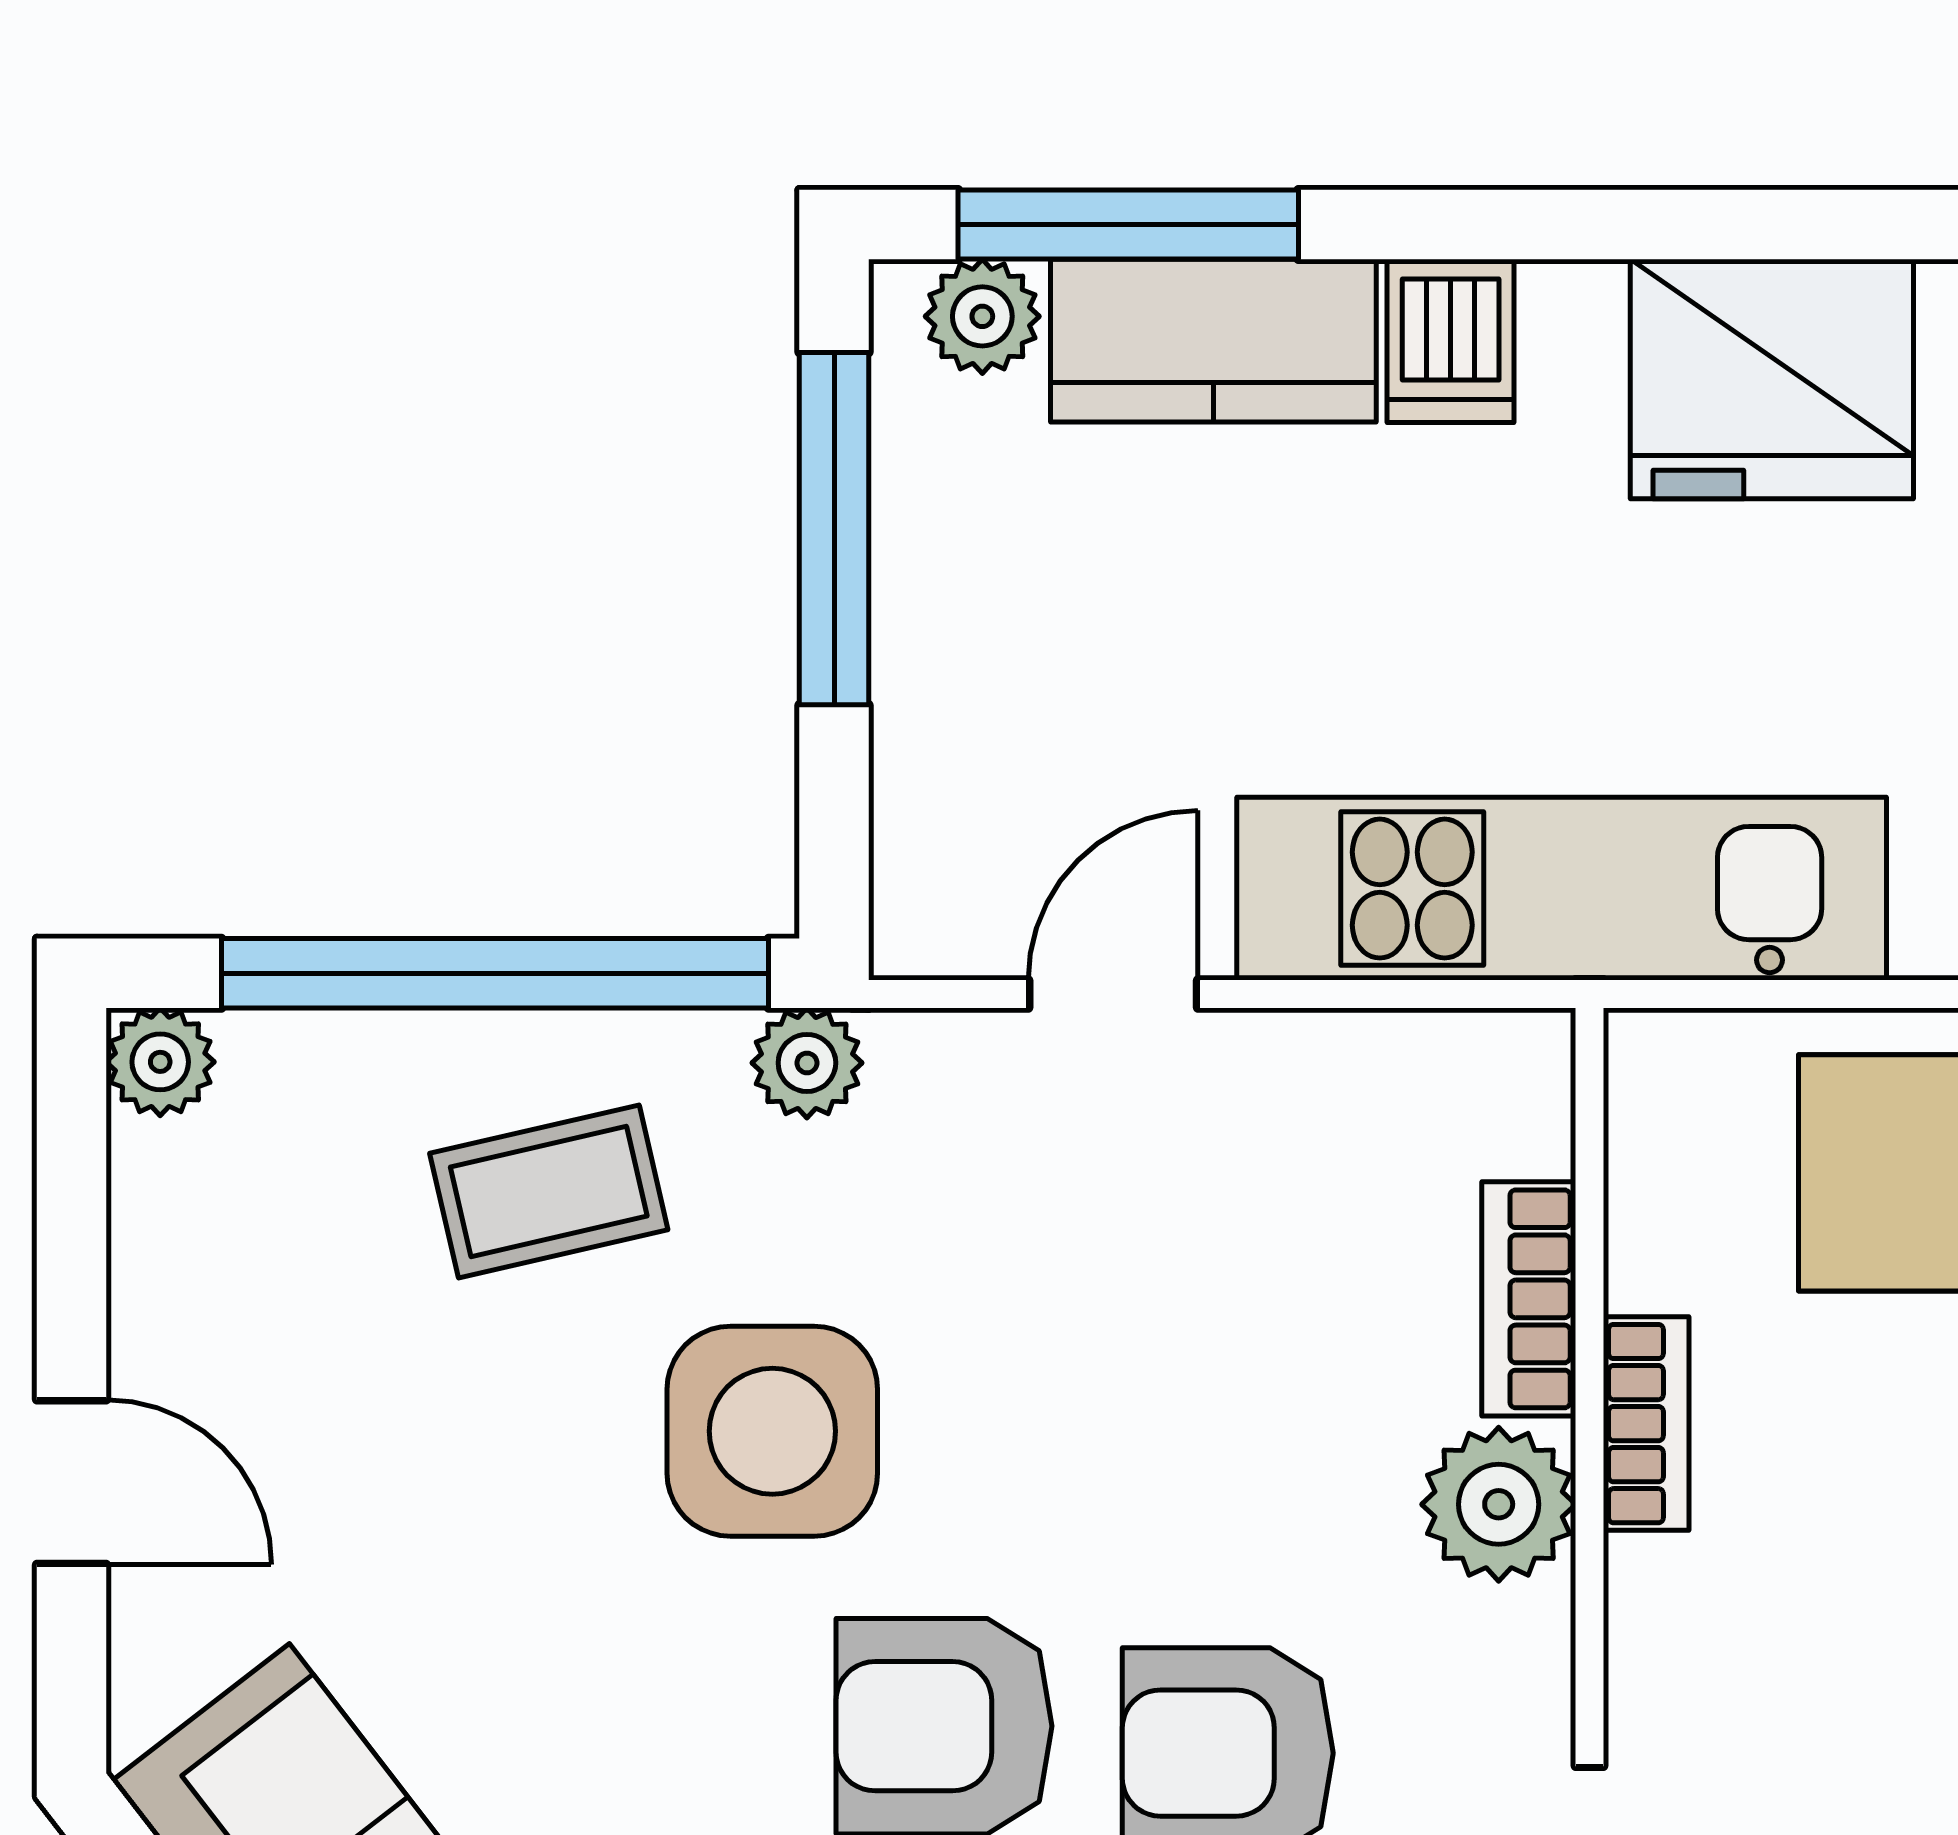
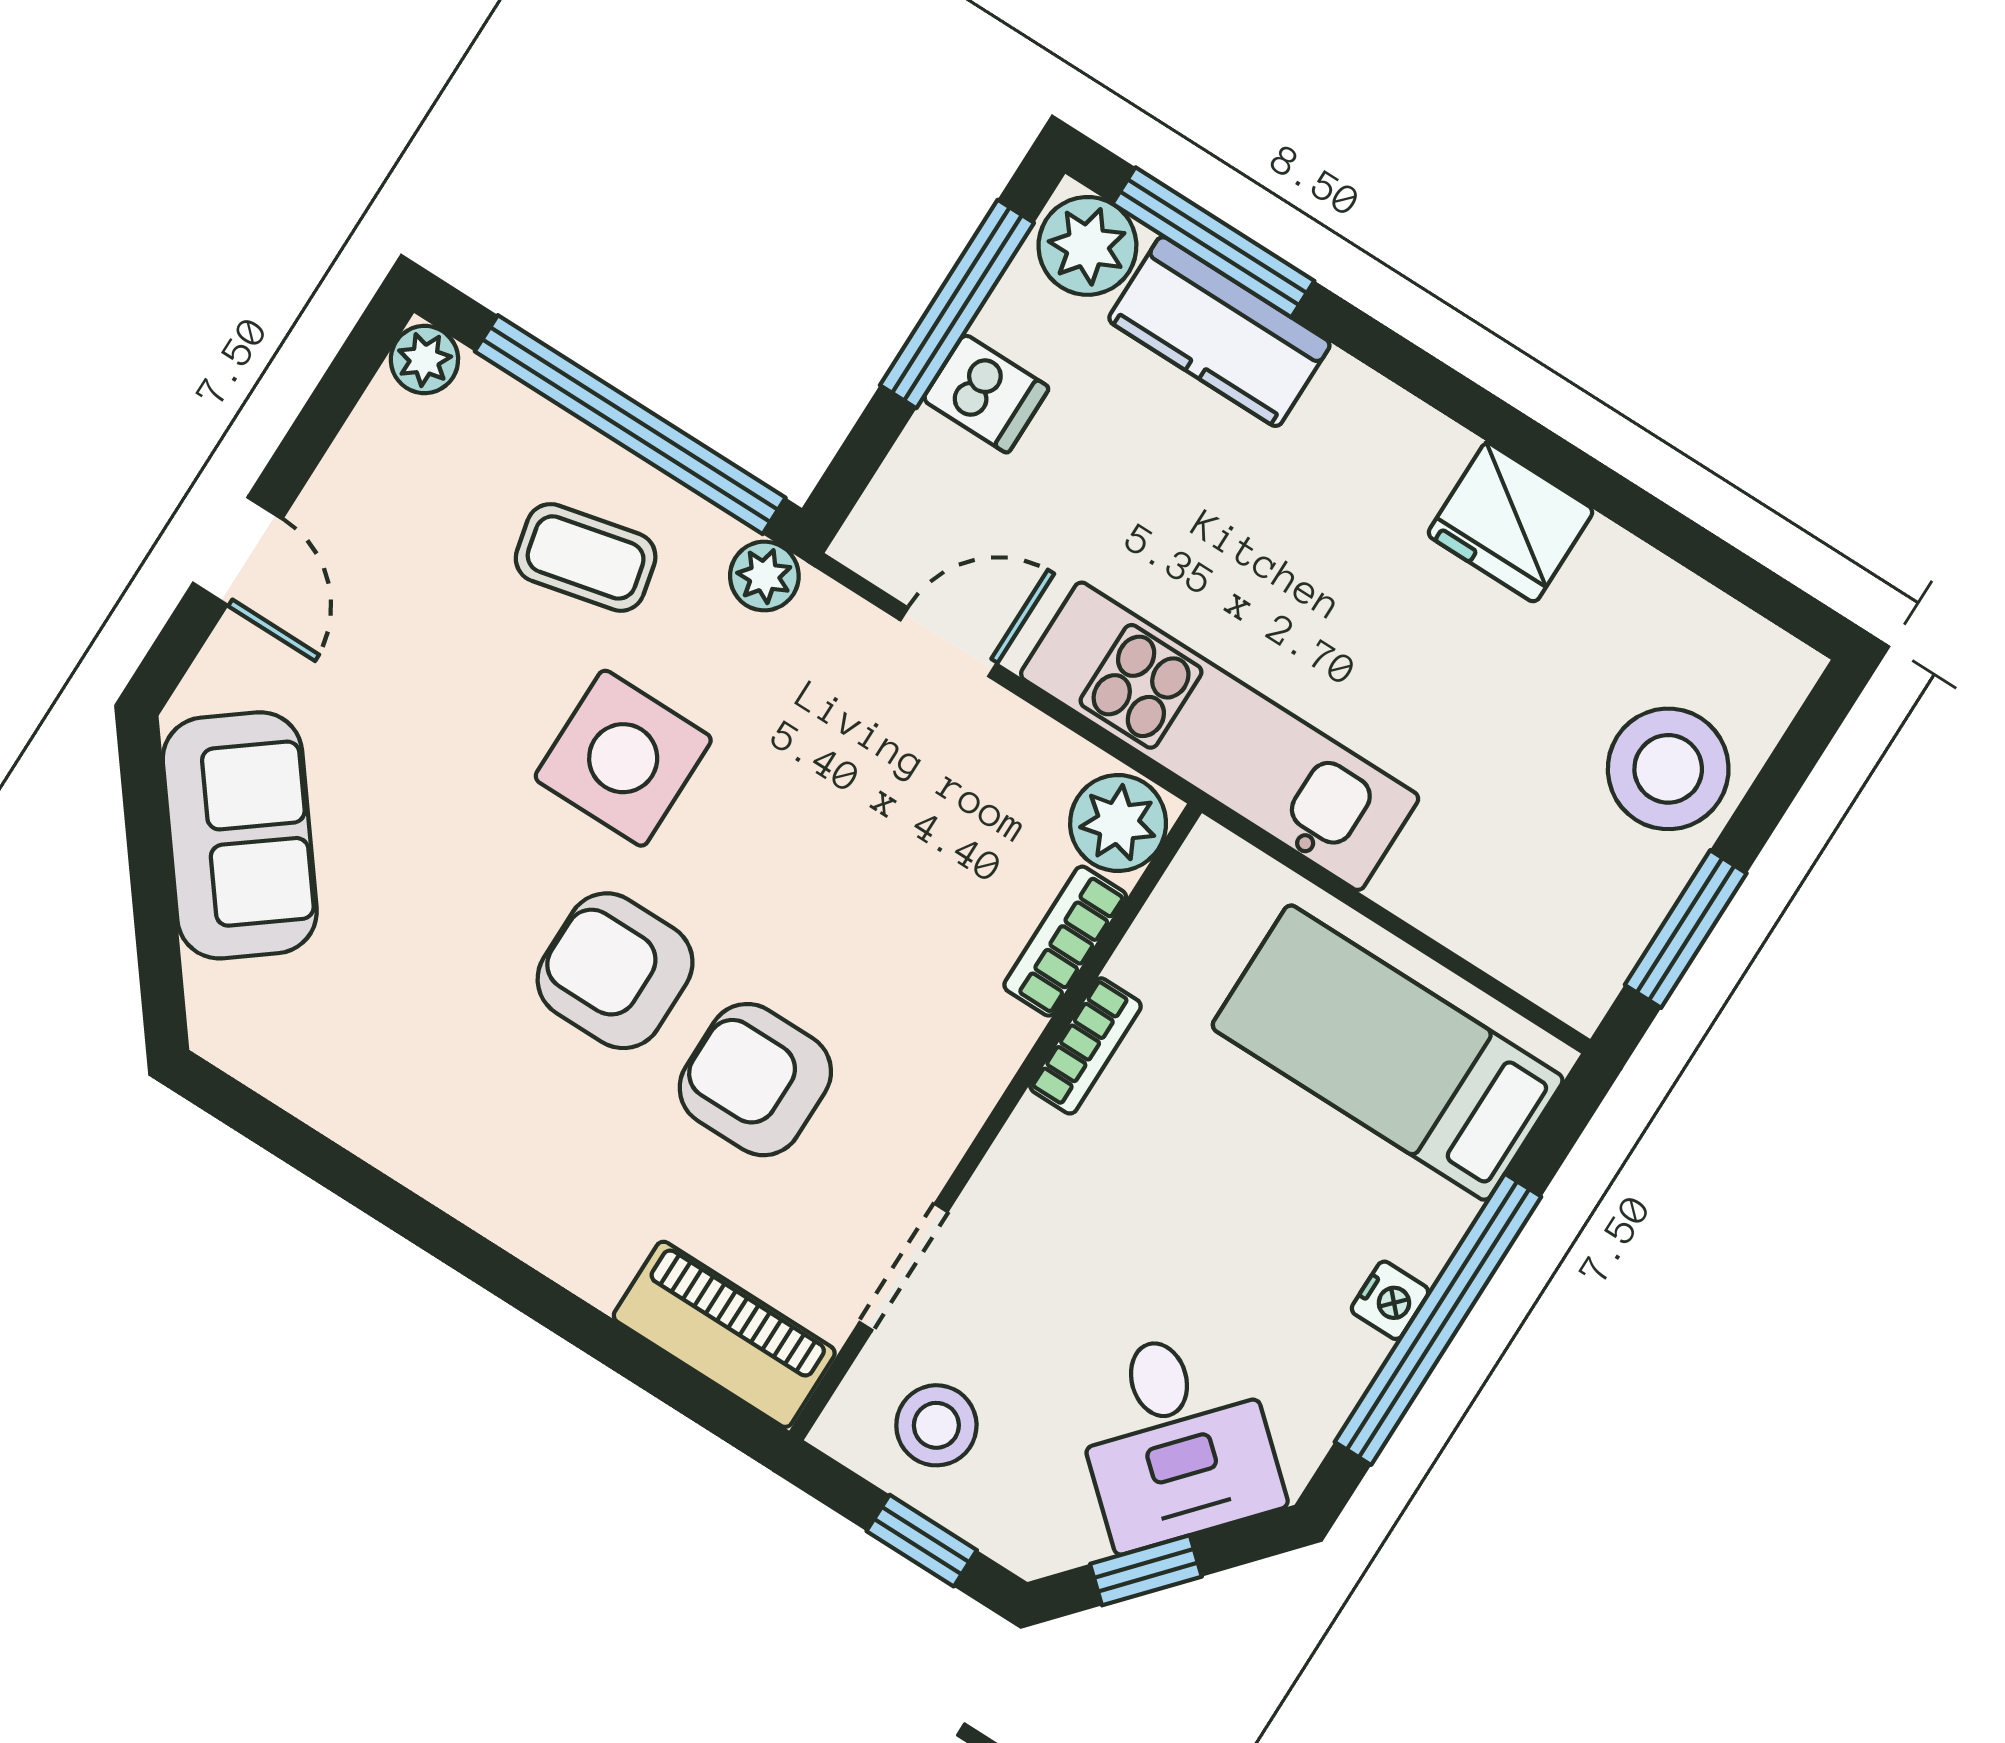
plant: (982, 316) -> (1087, 246), width x1.38, depth x1.38
dishwasher: (1451, 341) -> (986, 394), moved, turned -90
fridge: (1772, 379) -> (1510, 522), width x0.73, depth x0.75
plant: (1499, 1504) -> (1118, 823), moved

